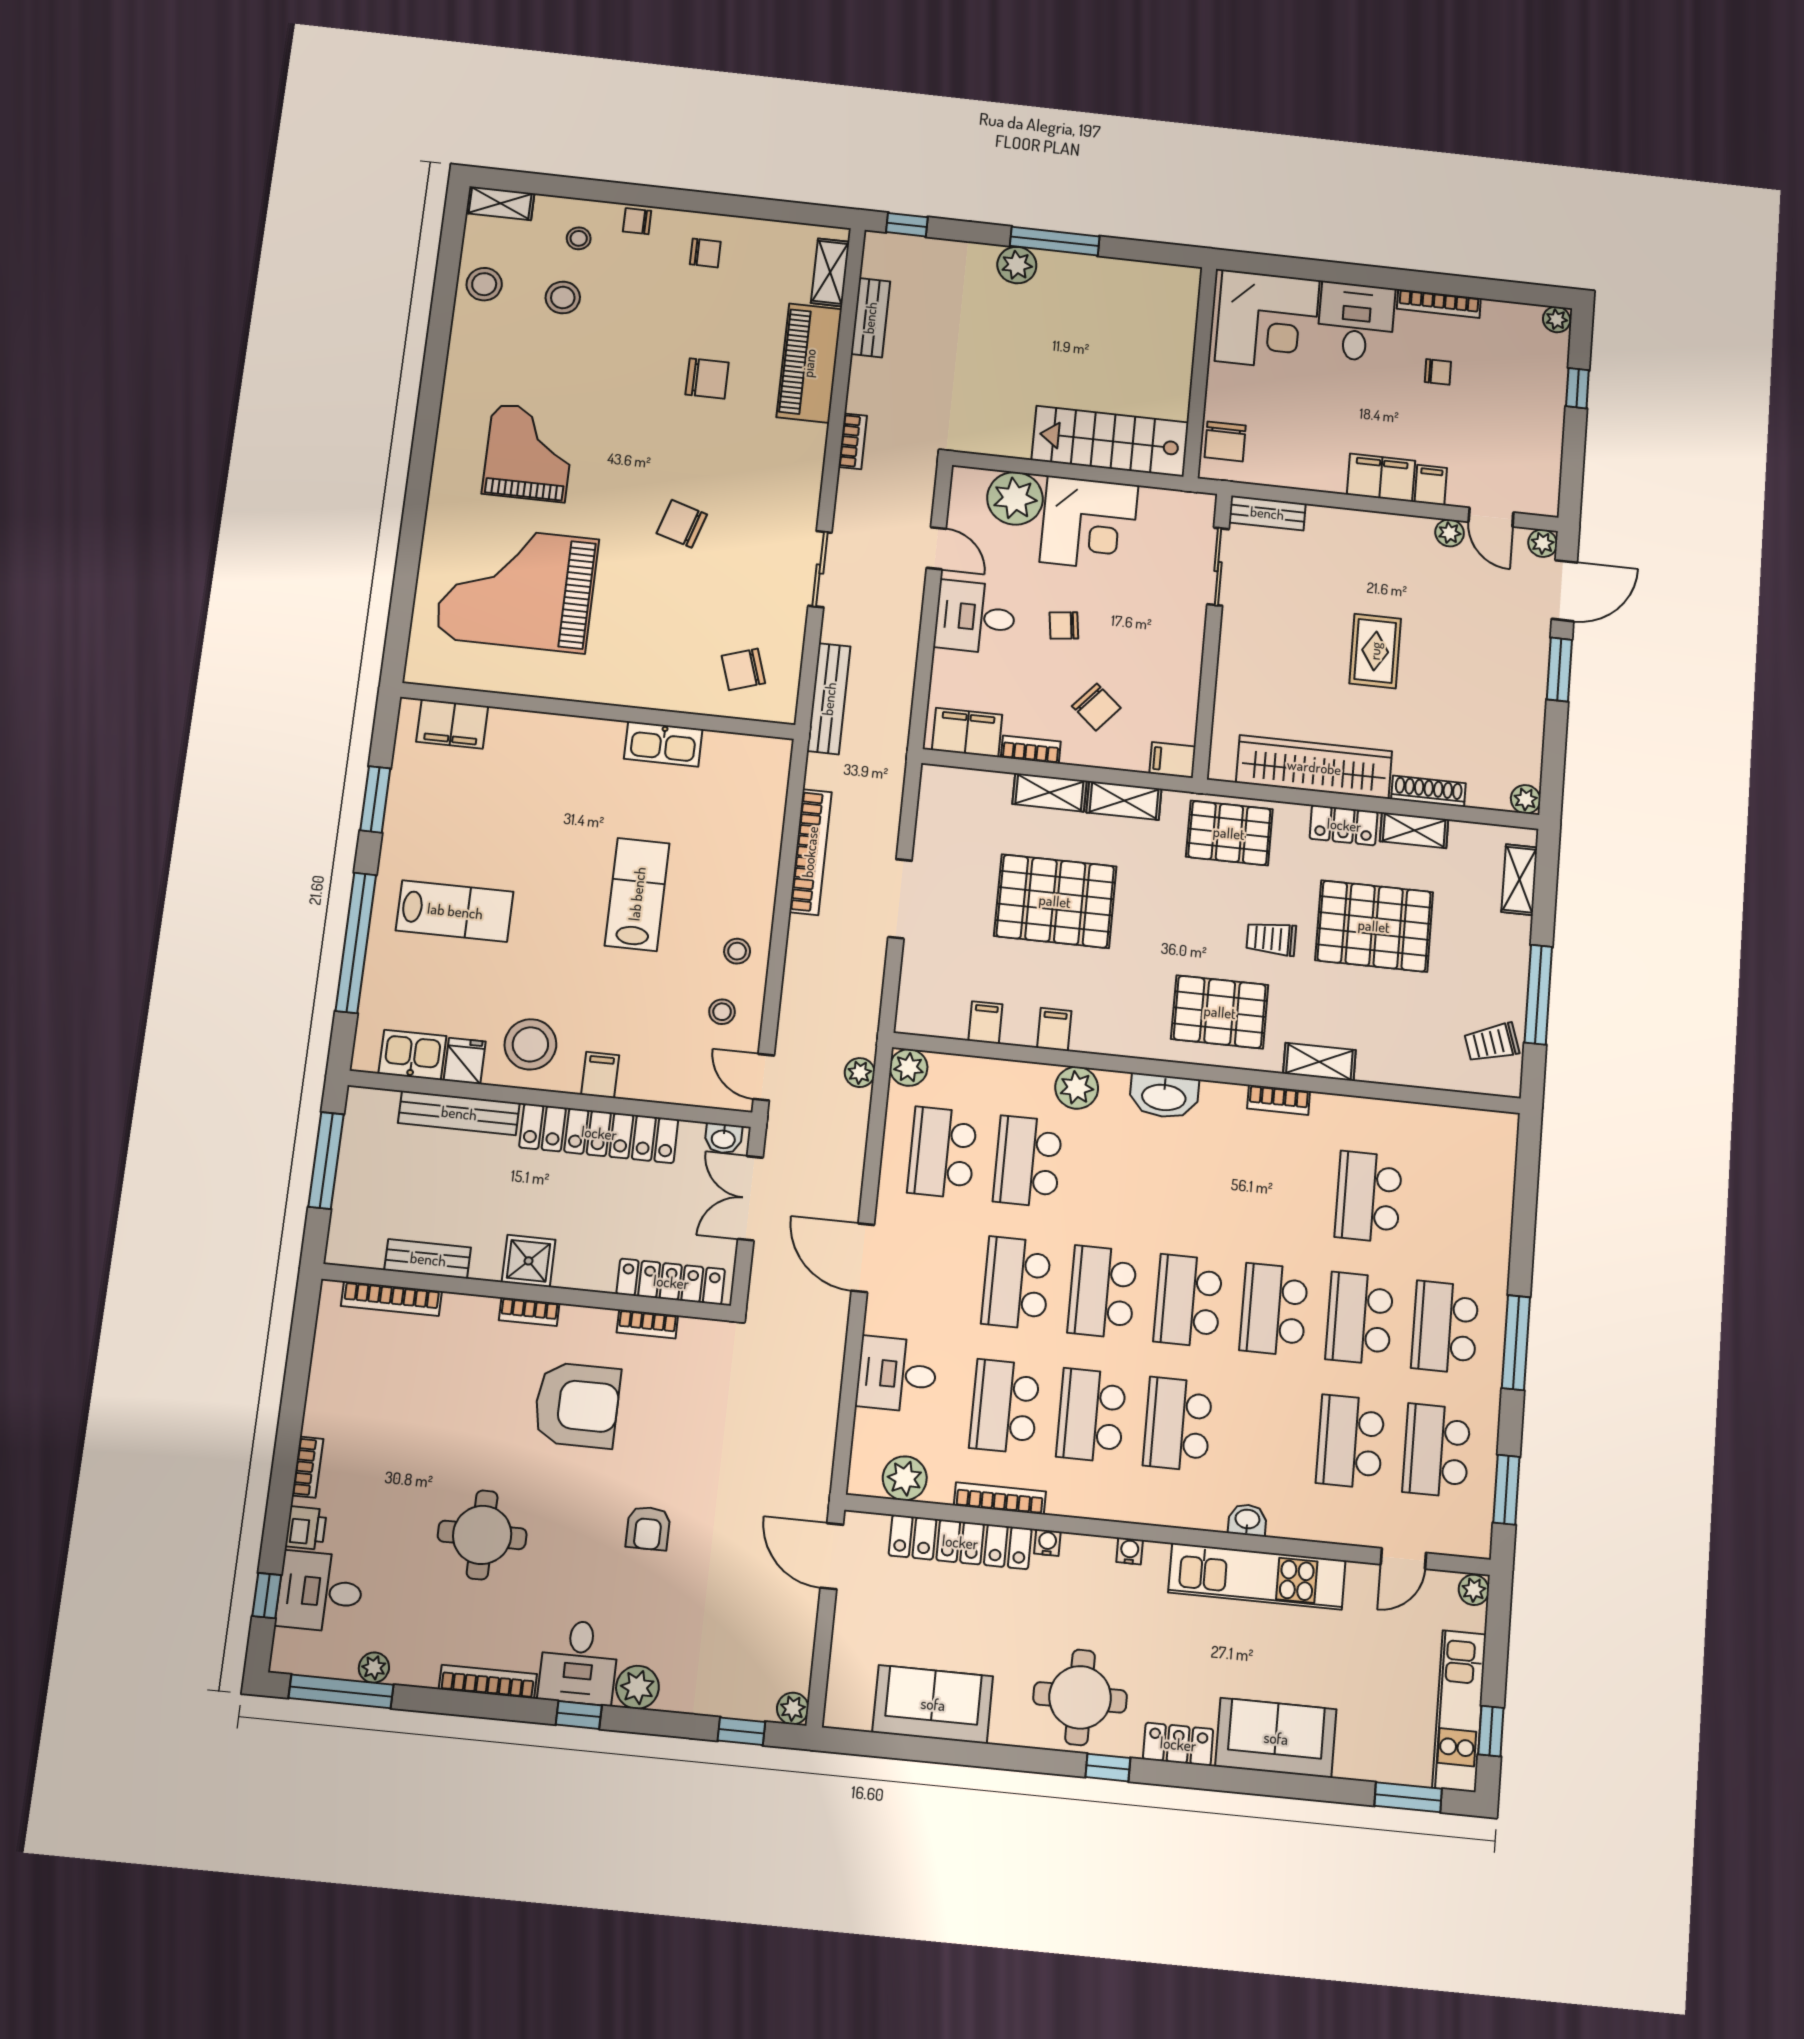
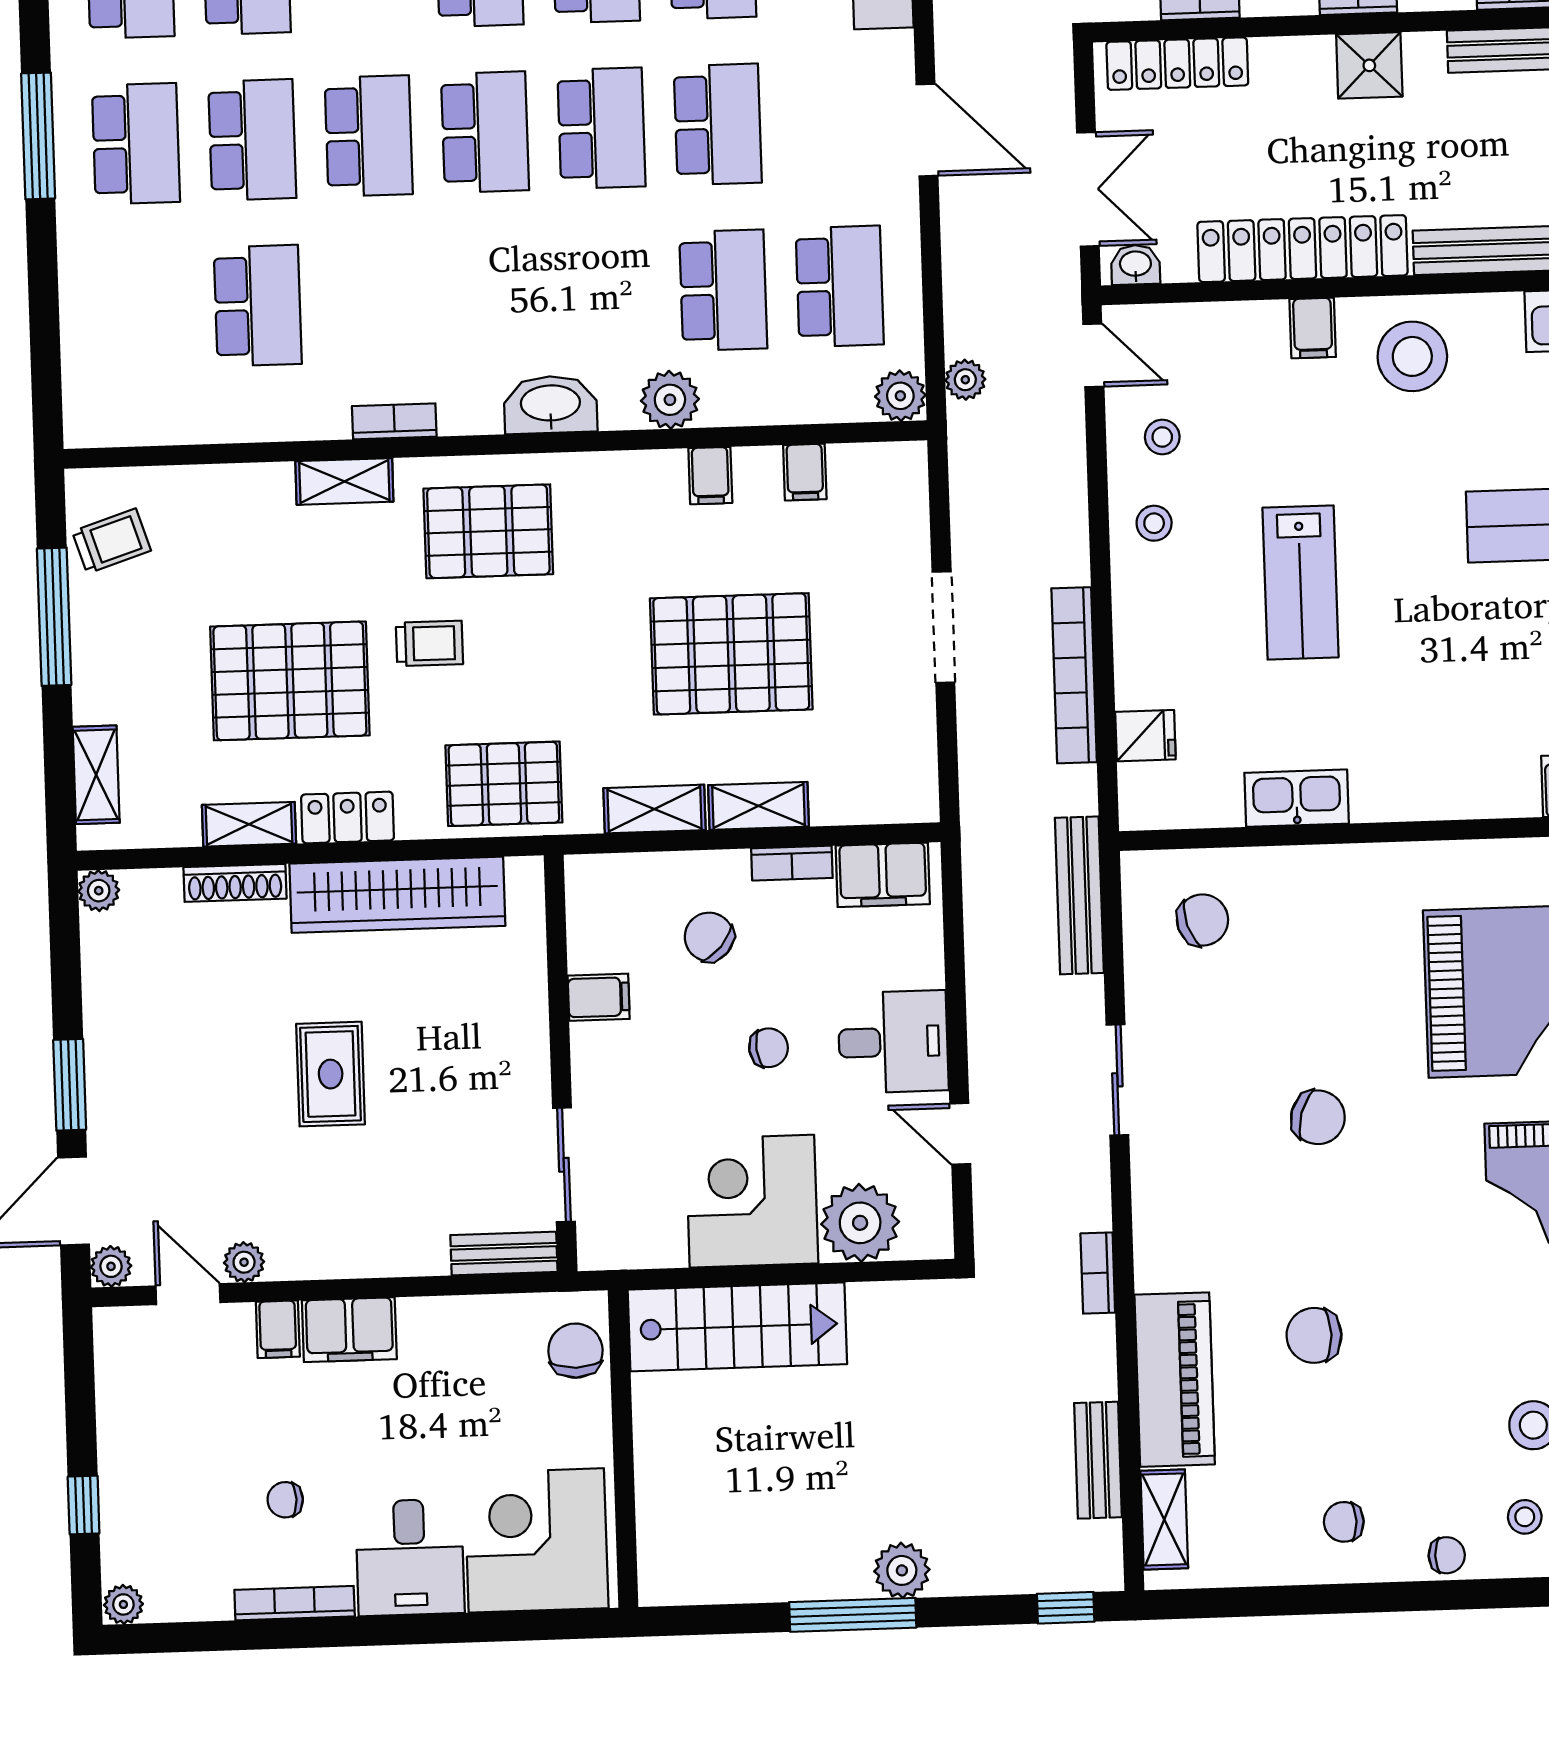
filing cabinet: (1172, 760) -> (599, 997), moved
fridge: (465, 1061) -> (1145, 736), moved, turned -90

